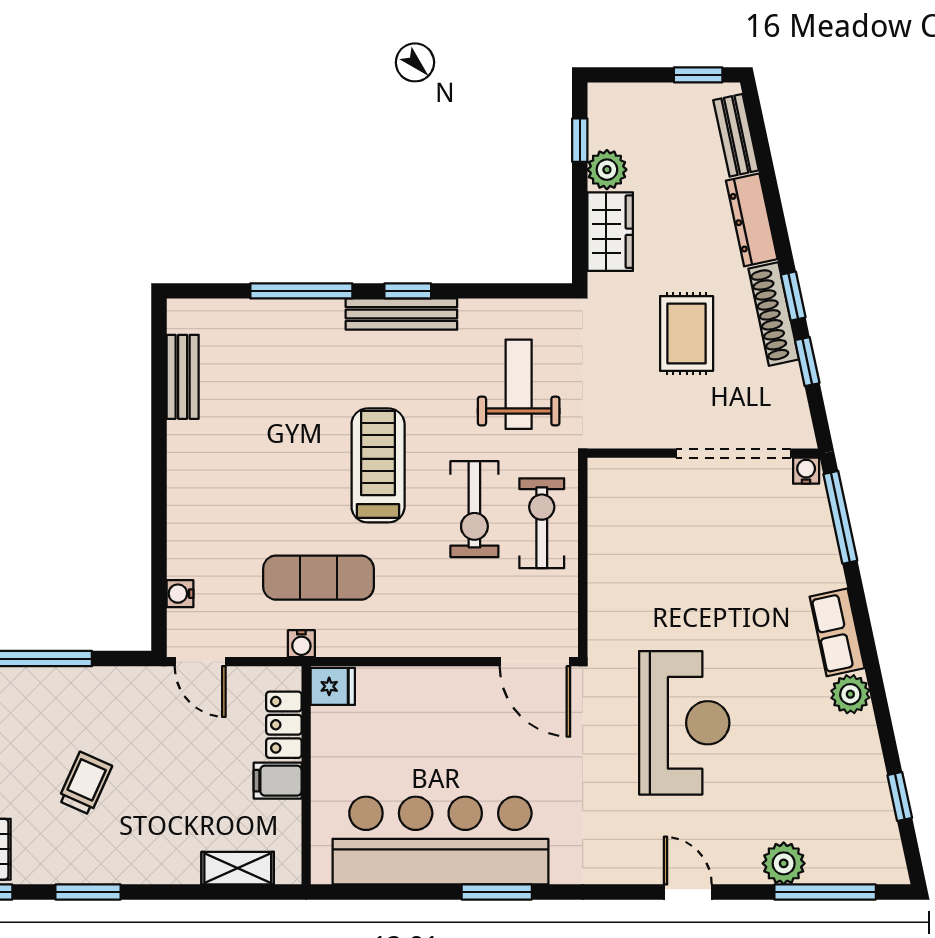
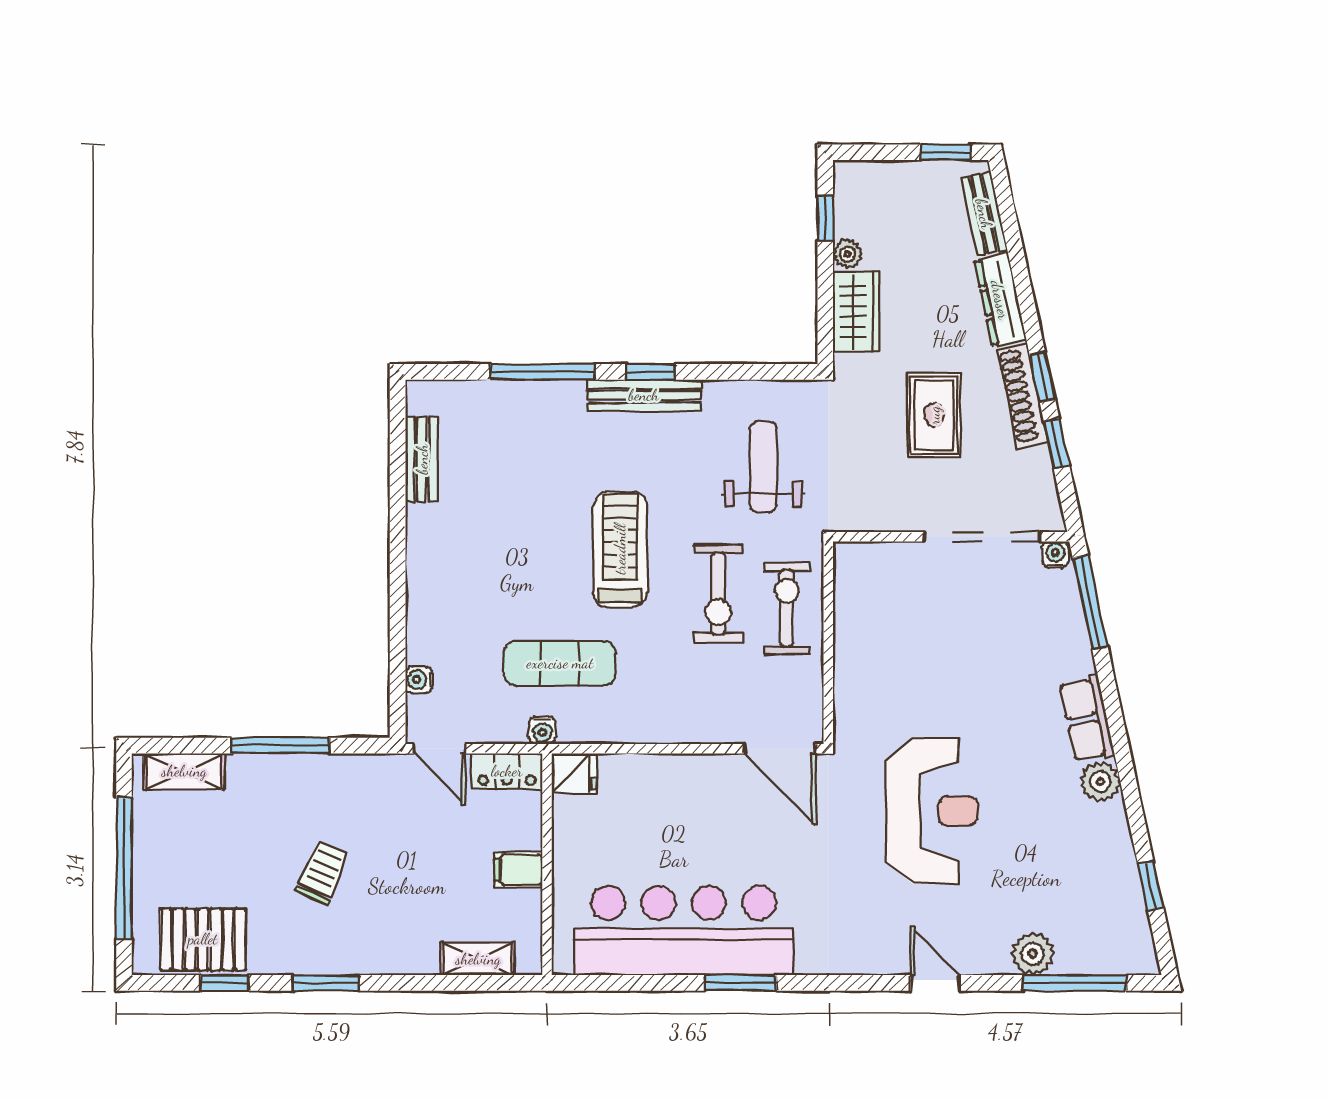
plant: (607, 170) -> (848, 254), width x0.73, depth x0.73
locker: (284, 725) -> (507, 771), moved, turned -90

